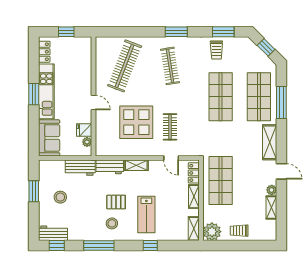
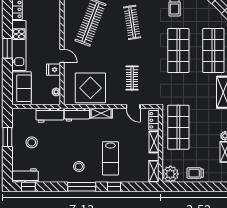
display table: (136, 122) -> (90, 88), moved
fridge: (84, 130) -> (53, 70), moved
pallet: (116, 202) -> (83, 147), removed
window: (99, 246) -> (82, 187), moved

